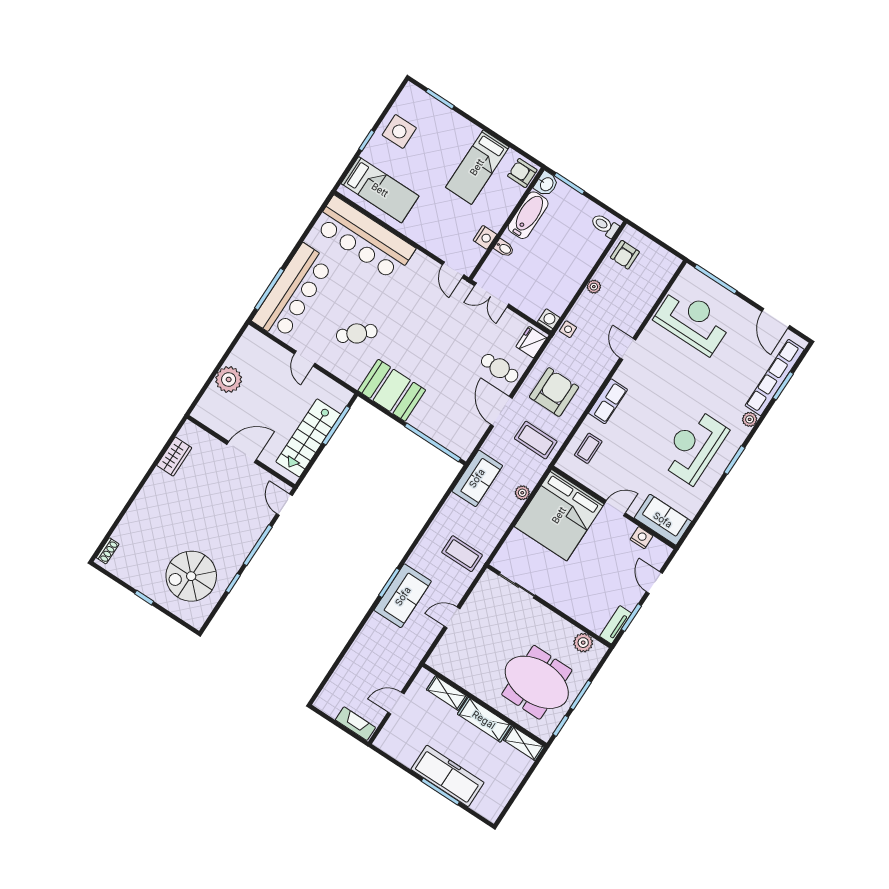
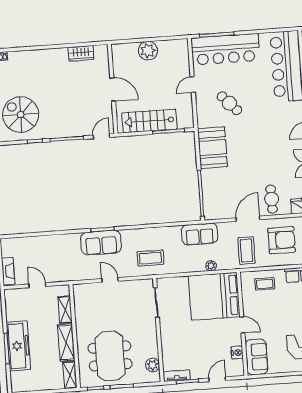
coffee table: (462, 554) -> (150, 258), turned 90

